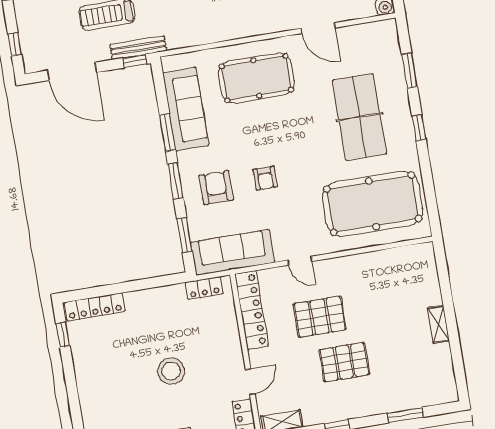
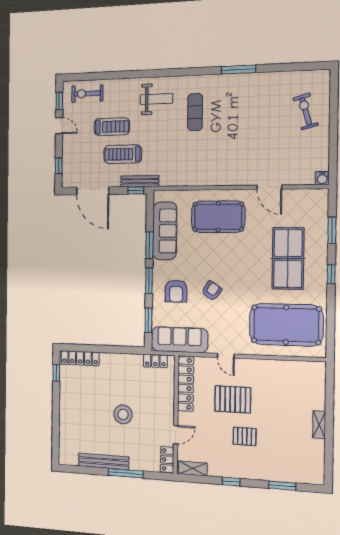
armchair: (265, 178) -> (212, 291), turned -146
armchair: (216, 188) -> (176, 291), turned 180
pallet: (344, 362) -> (245, 436), width x0.67, depth x0.71

